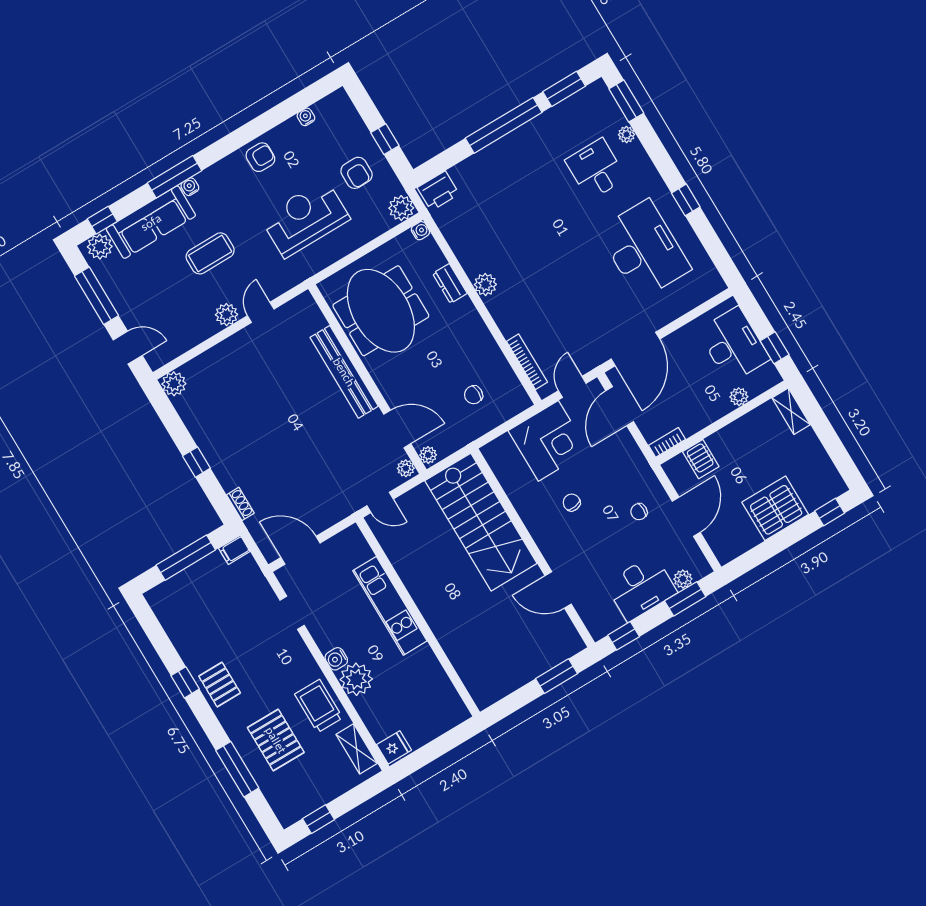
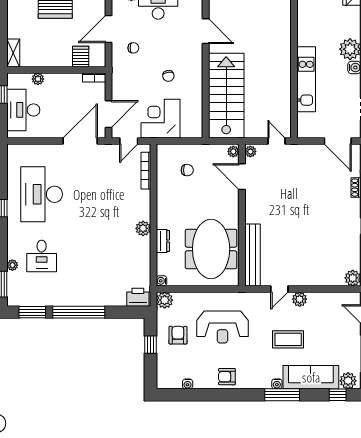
bench: (344, 372) -> (252, 255), moved

